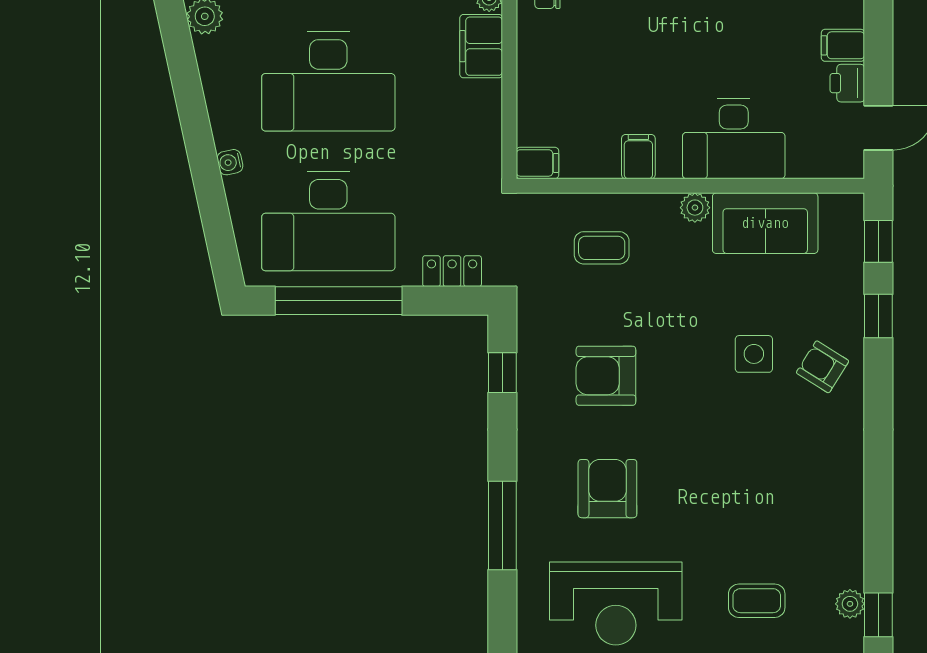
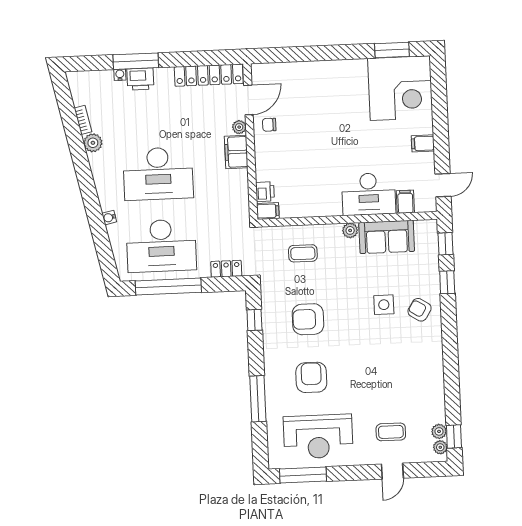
printer: (847, 83) -> (265, 192), moved, turned 180
filing cabinet: (638, 157) -> (405, 202), moved
plant: (851, 635) -> (440, 447), added

